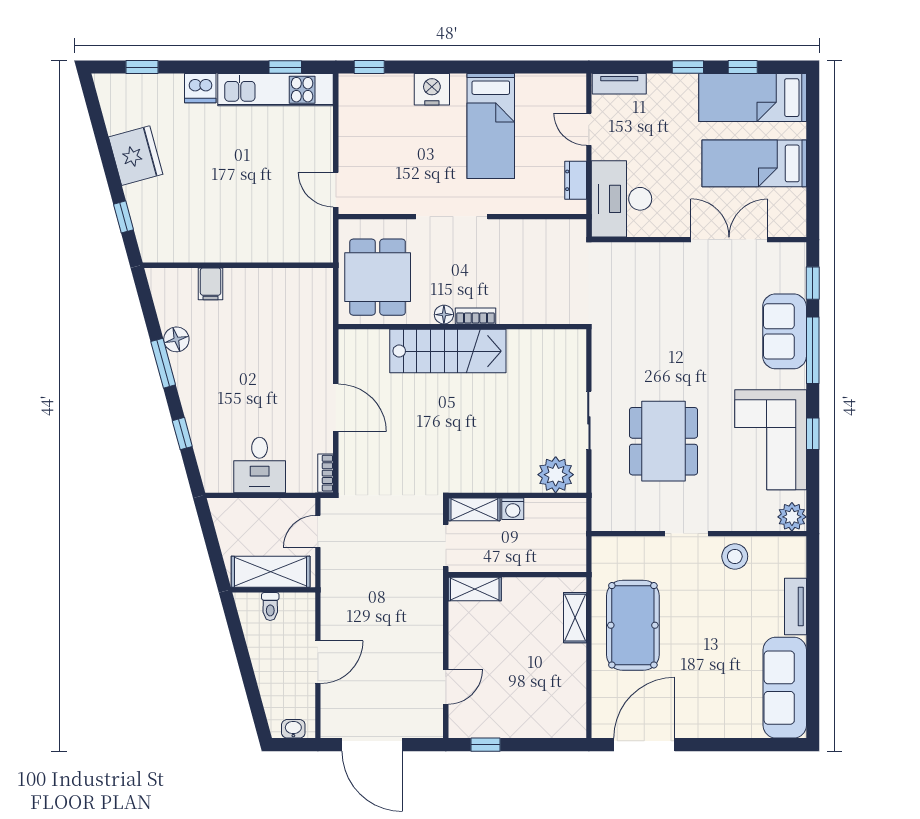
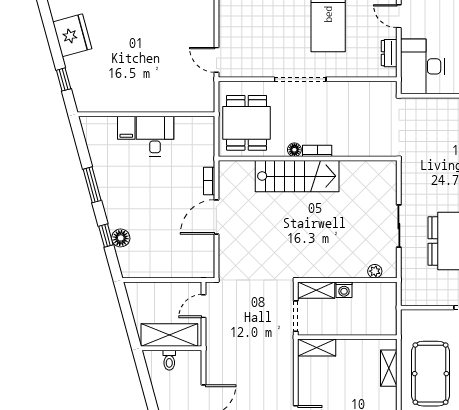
floor lamp: (176, 339) -> (121, 238), moved
door: (336, 408) -> (216, 217), swing flipped
desk: (260, 465) -> (155, 136), moved, turned 180
bookcase: (326, 473) -> (209, 181), moved
plant: (556, 475) -> (375, 271), width x0.53, depth x0.53

